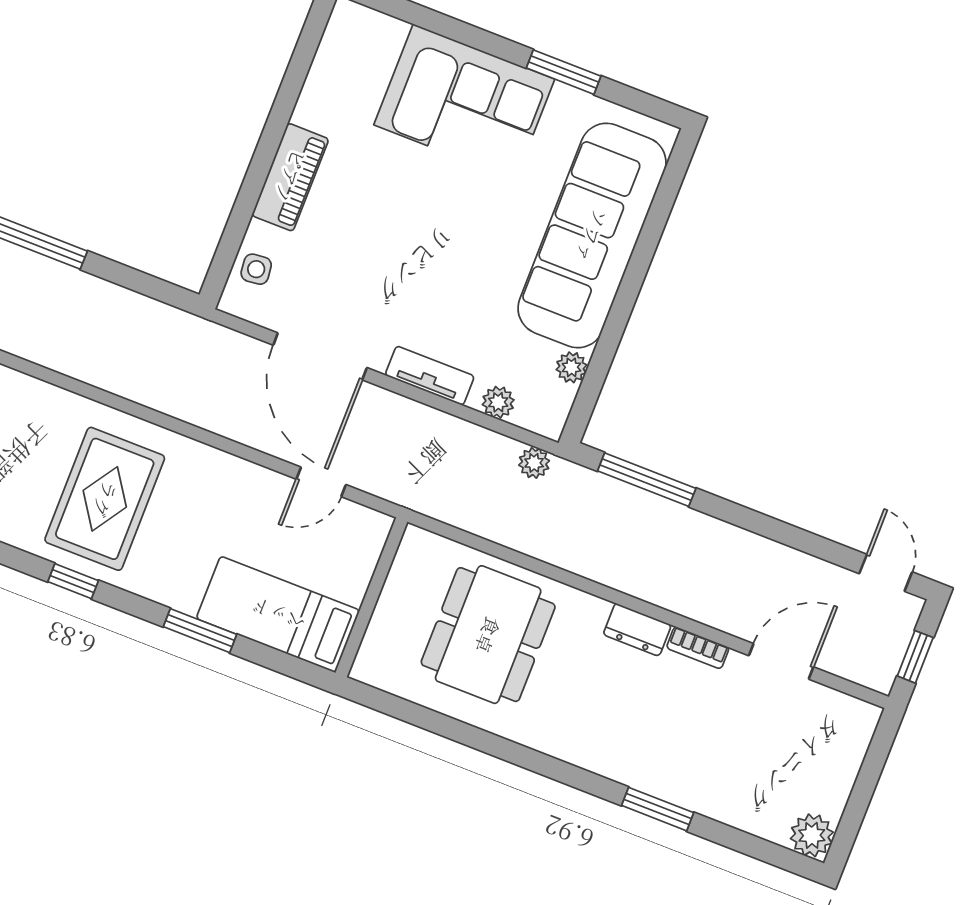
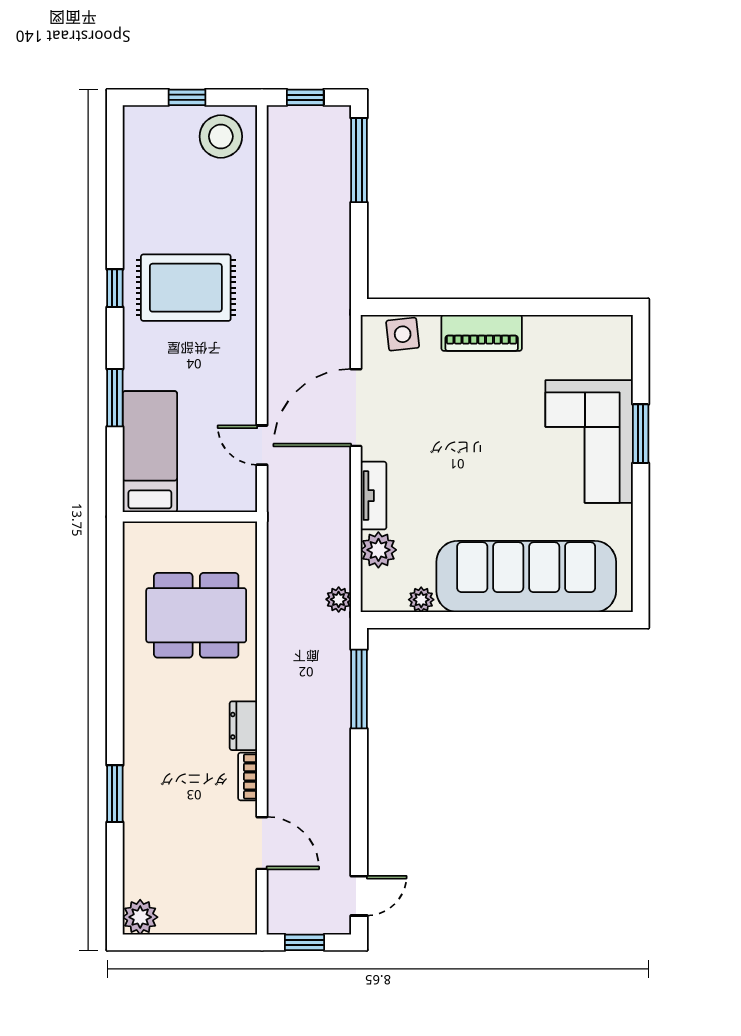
window: (564, 72) -> (641, 434), moved
side table: (256, 269) -> (403, 334), width x1.37, depth x1.37
plant: (498, 402) -> (378, 550), width x1.38, depth x1.38

